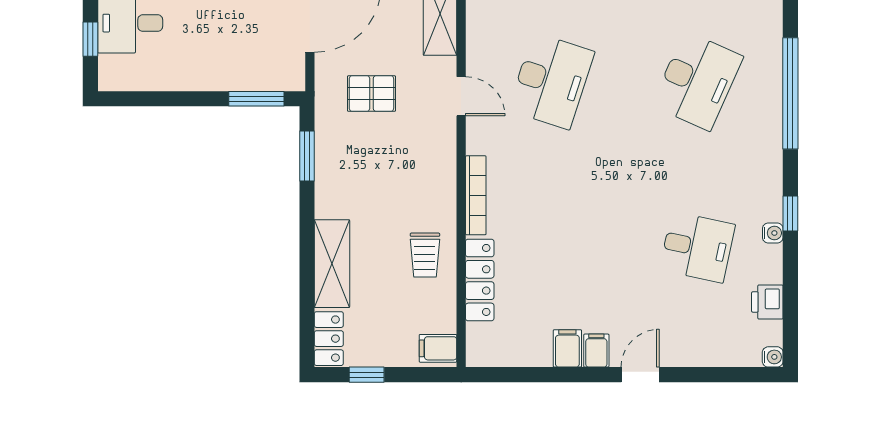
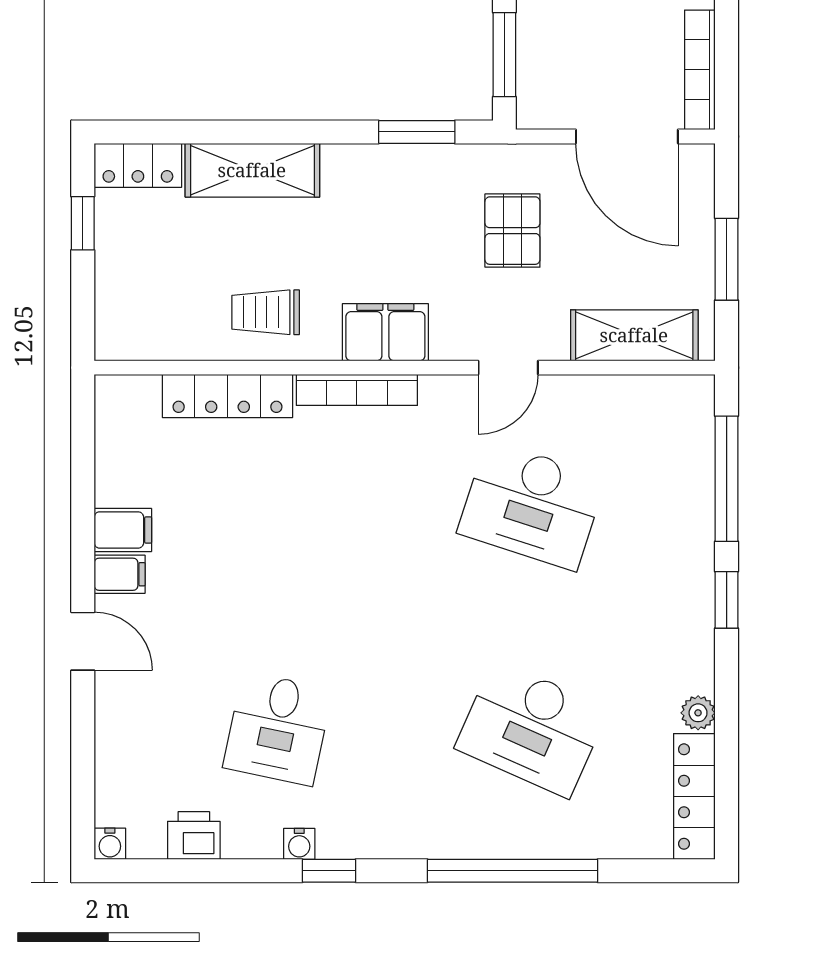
filing cabinet: (438, 348) -> (385, 332), moved, width x2.00

